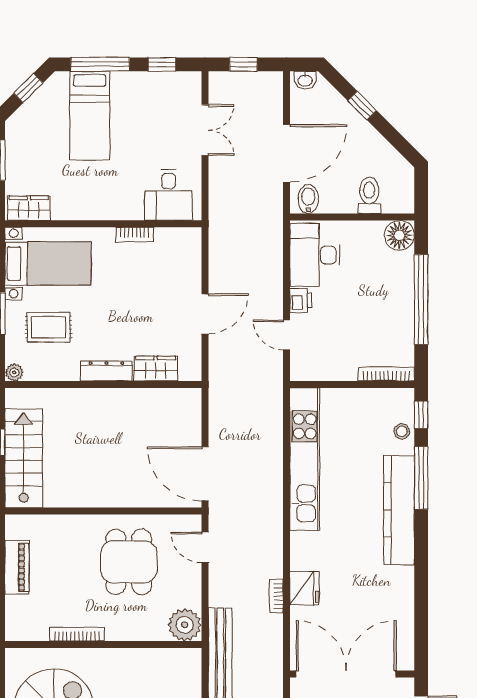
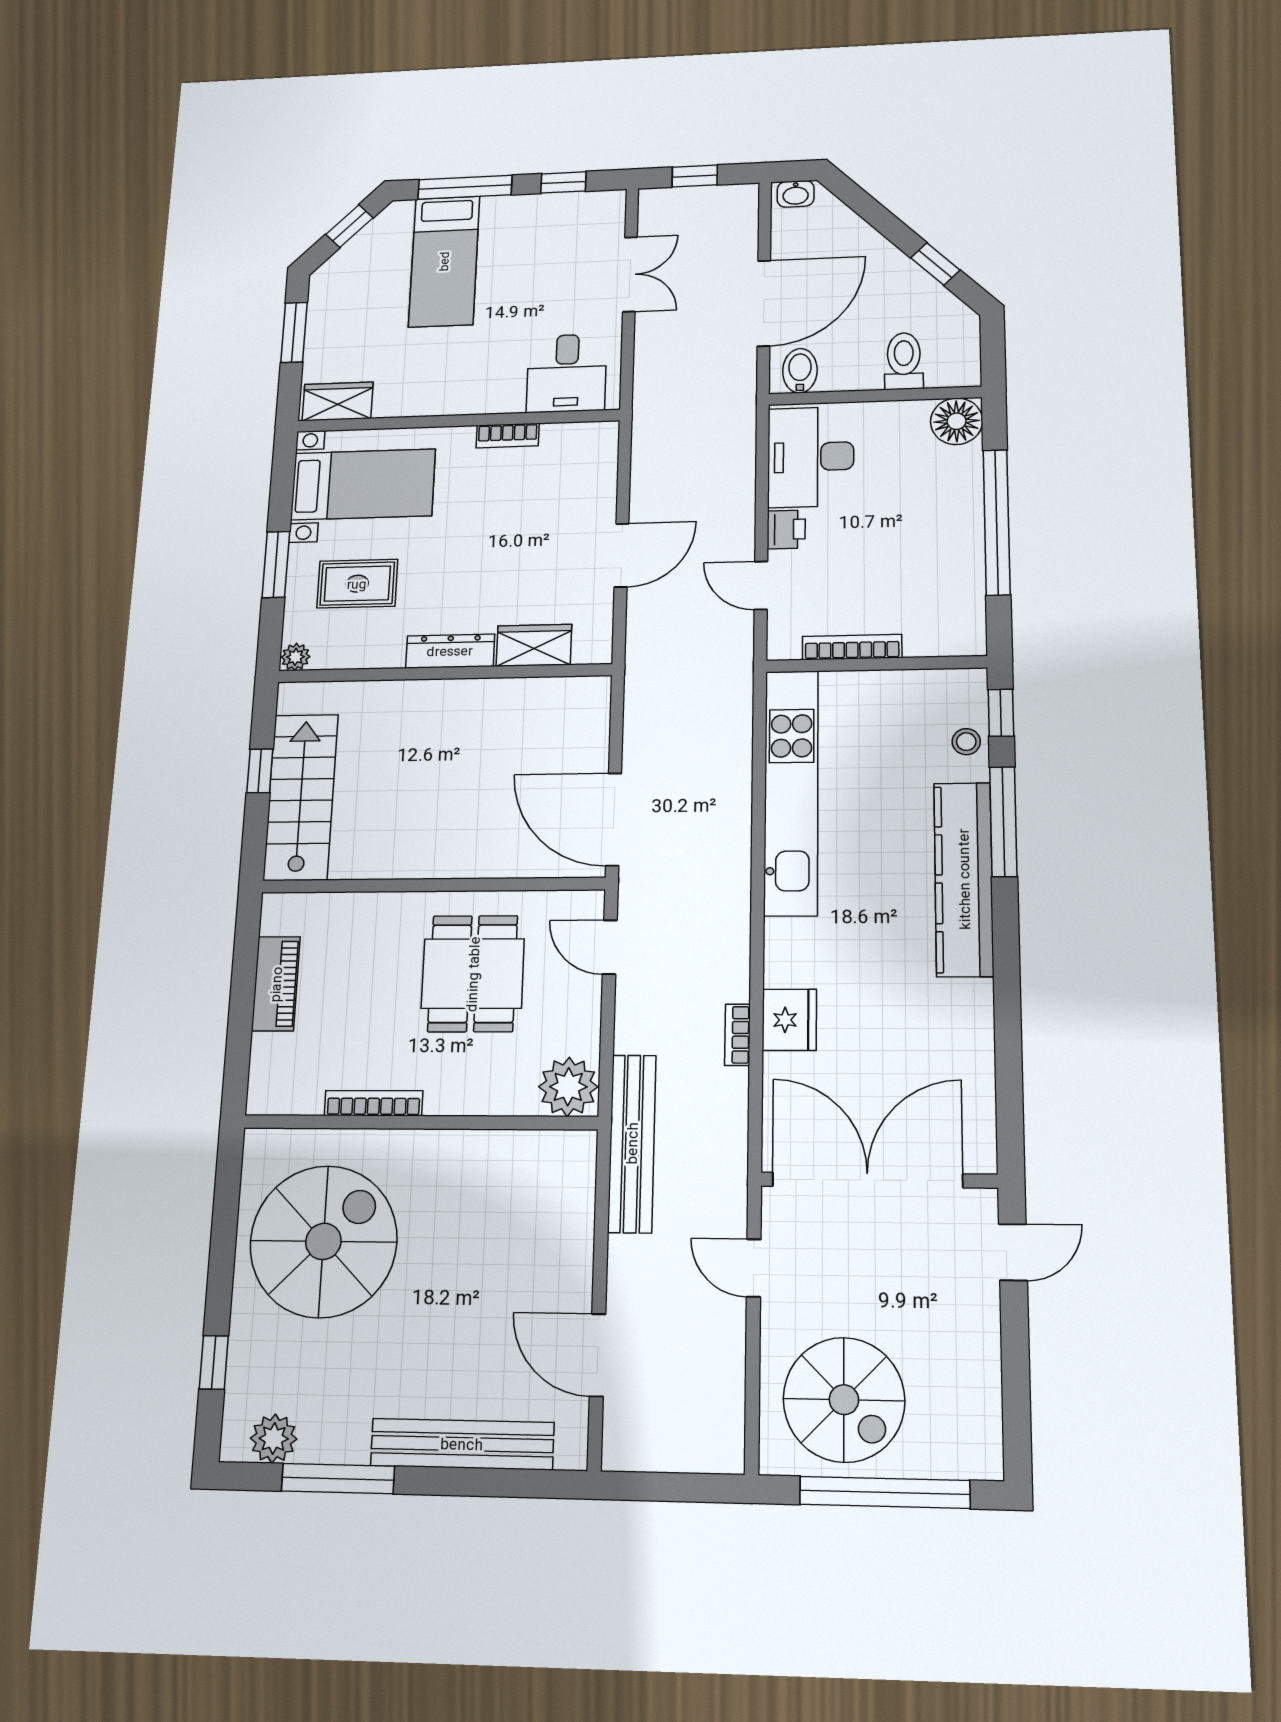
window: (362, 106) -> (935, 264), moved
bookcase: (386, 374) -> (852, 647), moved

